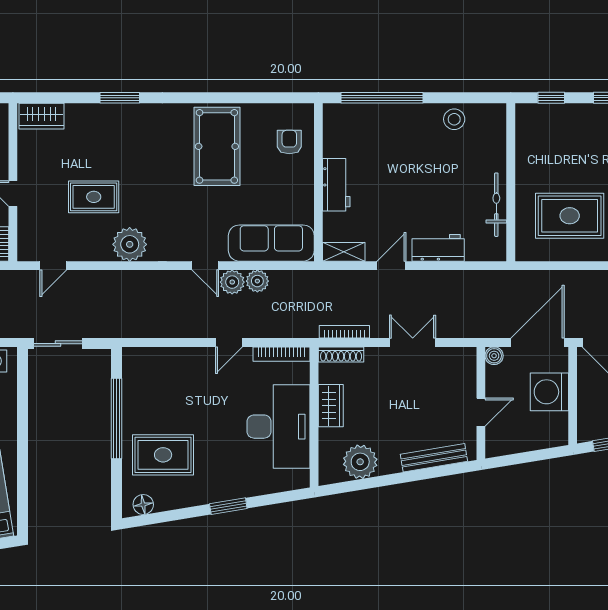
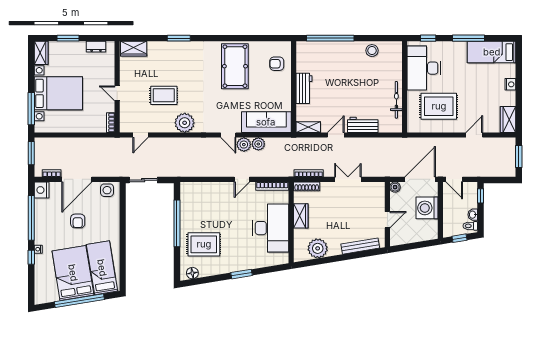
armchair: (289, 142) -> (277, 64), turned -90
desk: (544, 150) -> (424, 68), added

